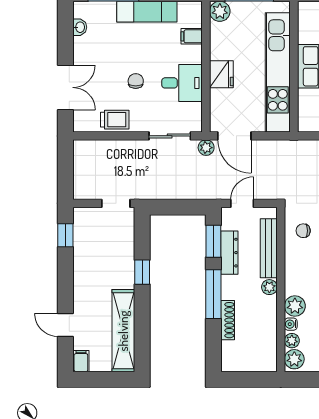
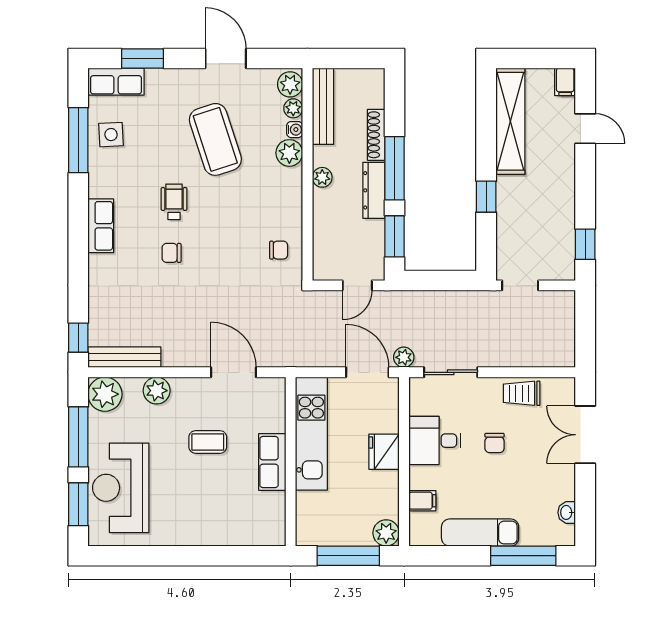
kitchen unit: (278, 72) -> (311, 434), width x0.73
bench: (269, 248) -> (323, 106), moved
dresser: (229, 253) -> (374, 190), moved

